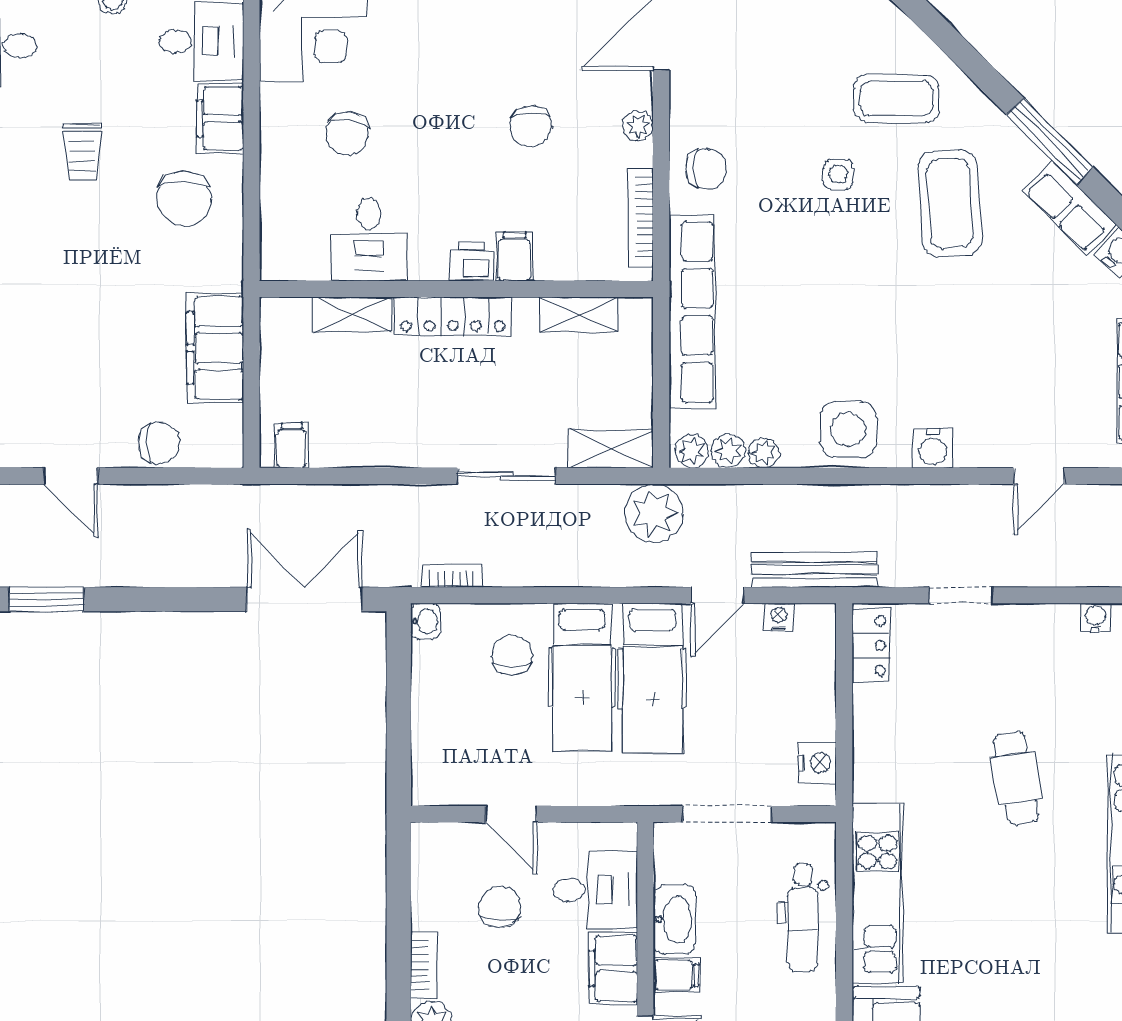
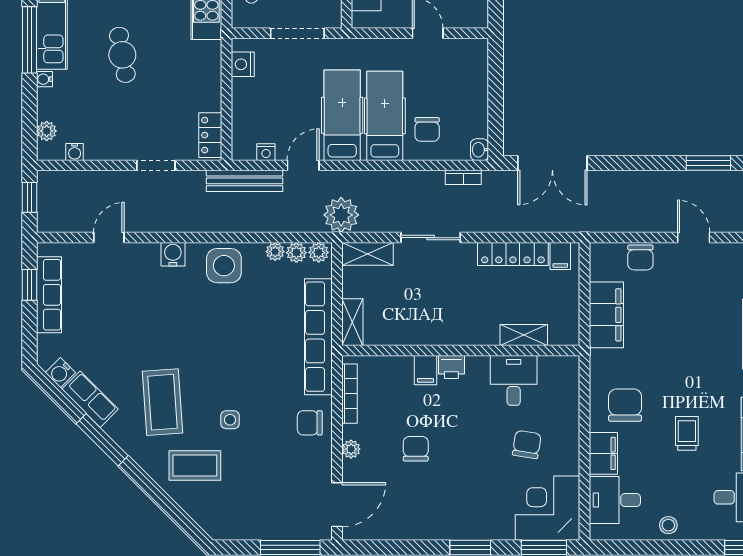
shelving: (579, 314) -> (352, 322), moved, turned 90
locker: (453, 316) -> (513, 254), moved, turned 180
chair: (159, 443) -> (640, 257), turned -90

